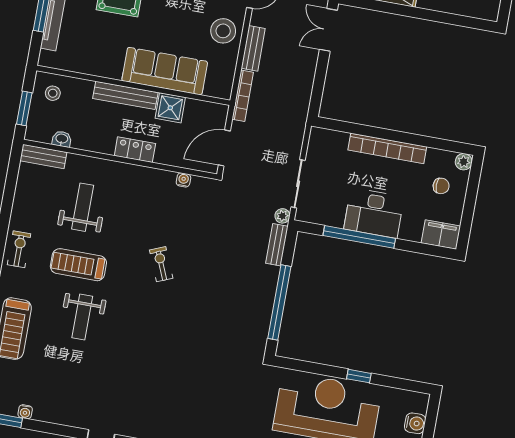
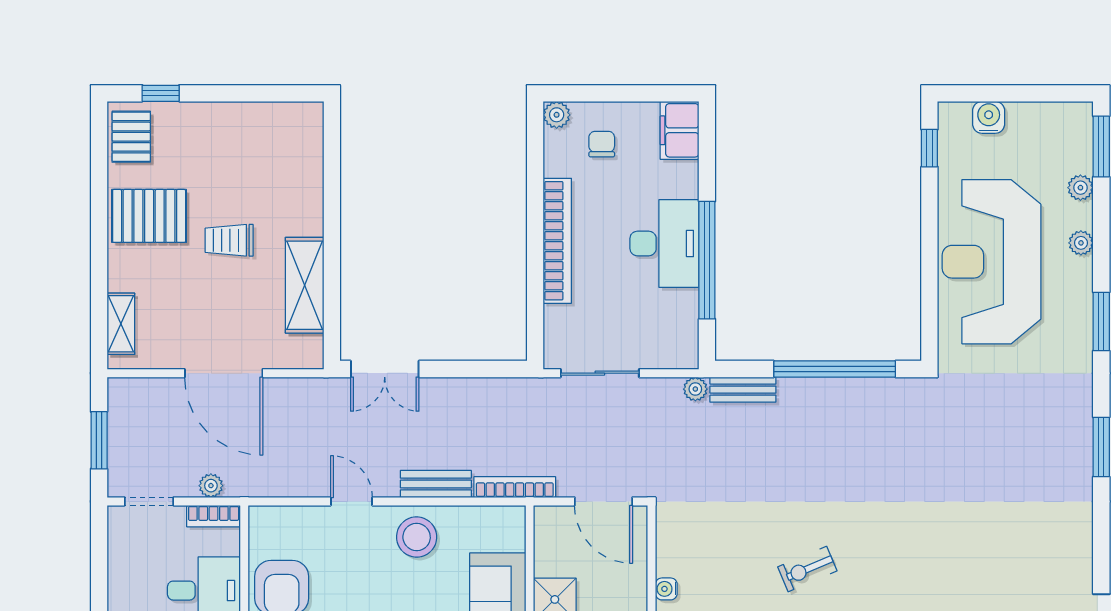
water cooler: (183, 180) -> (666, 589), moved
sliding door: (298, 184) -> (600, 373), moved
window: (359, 376) -> (929, 148), moved

